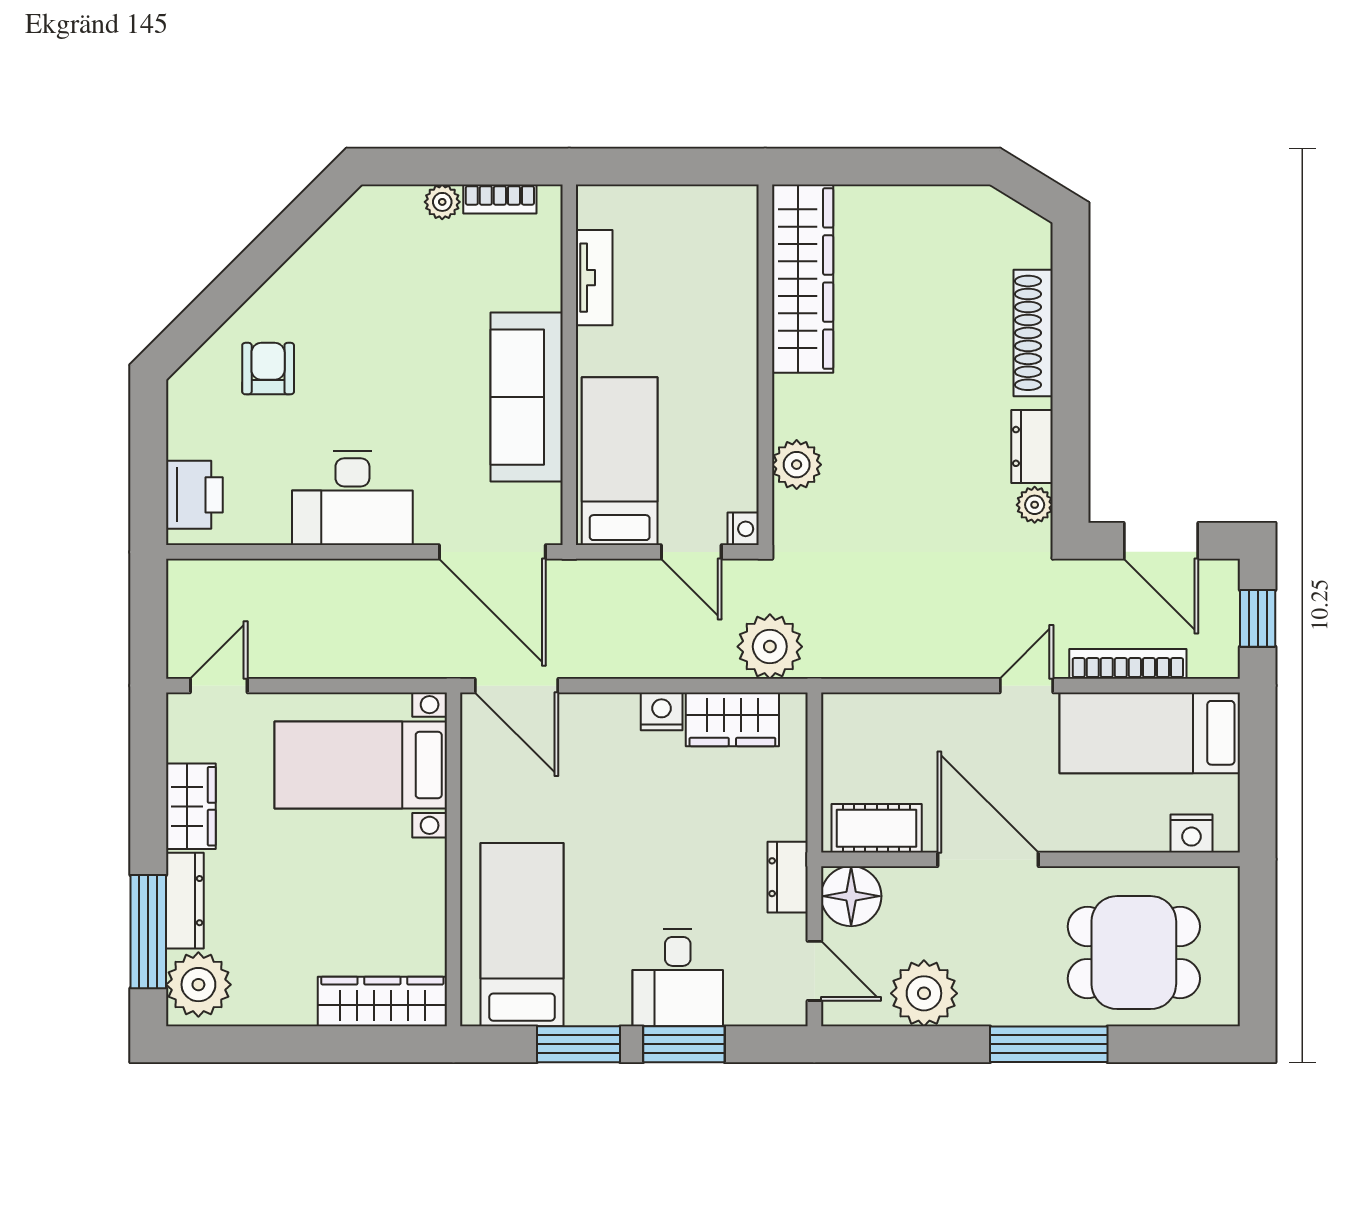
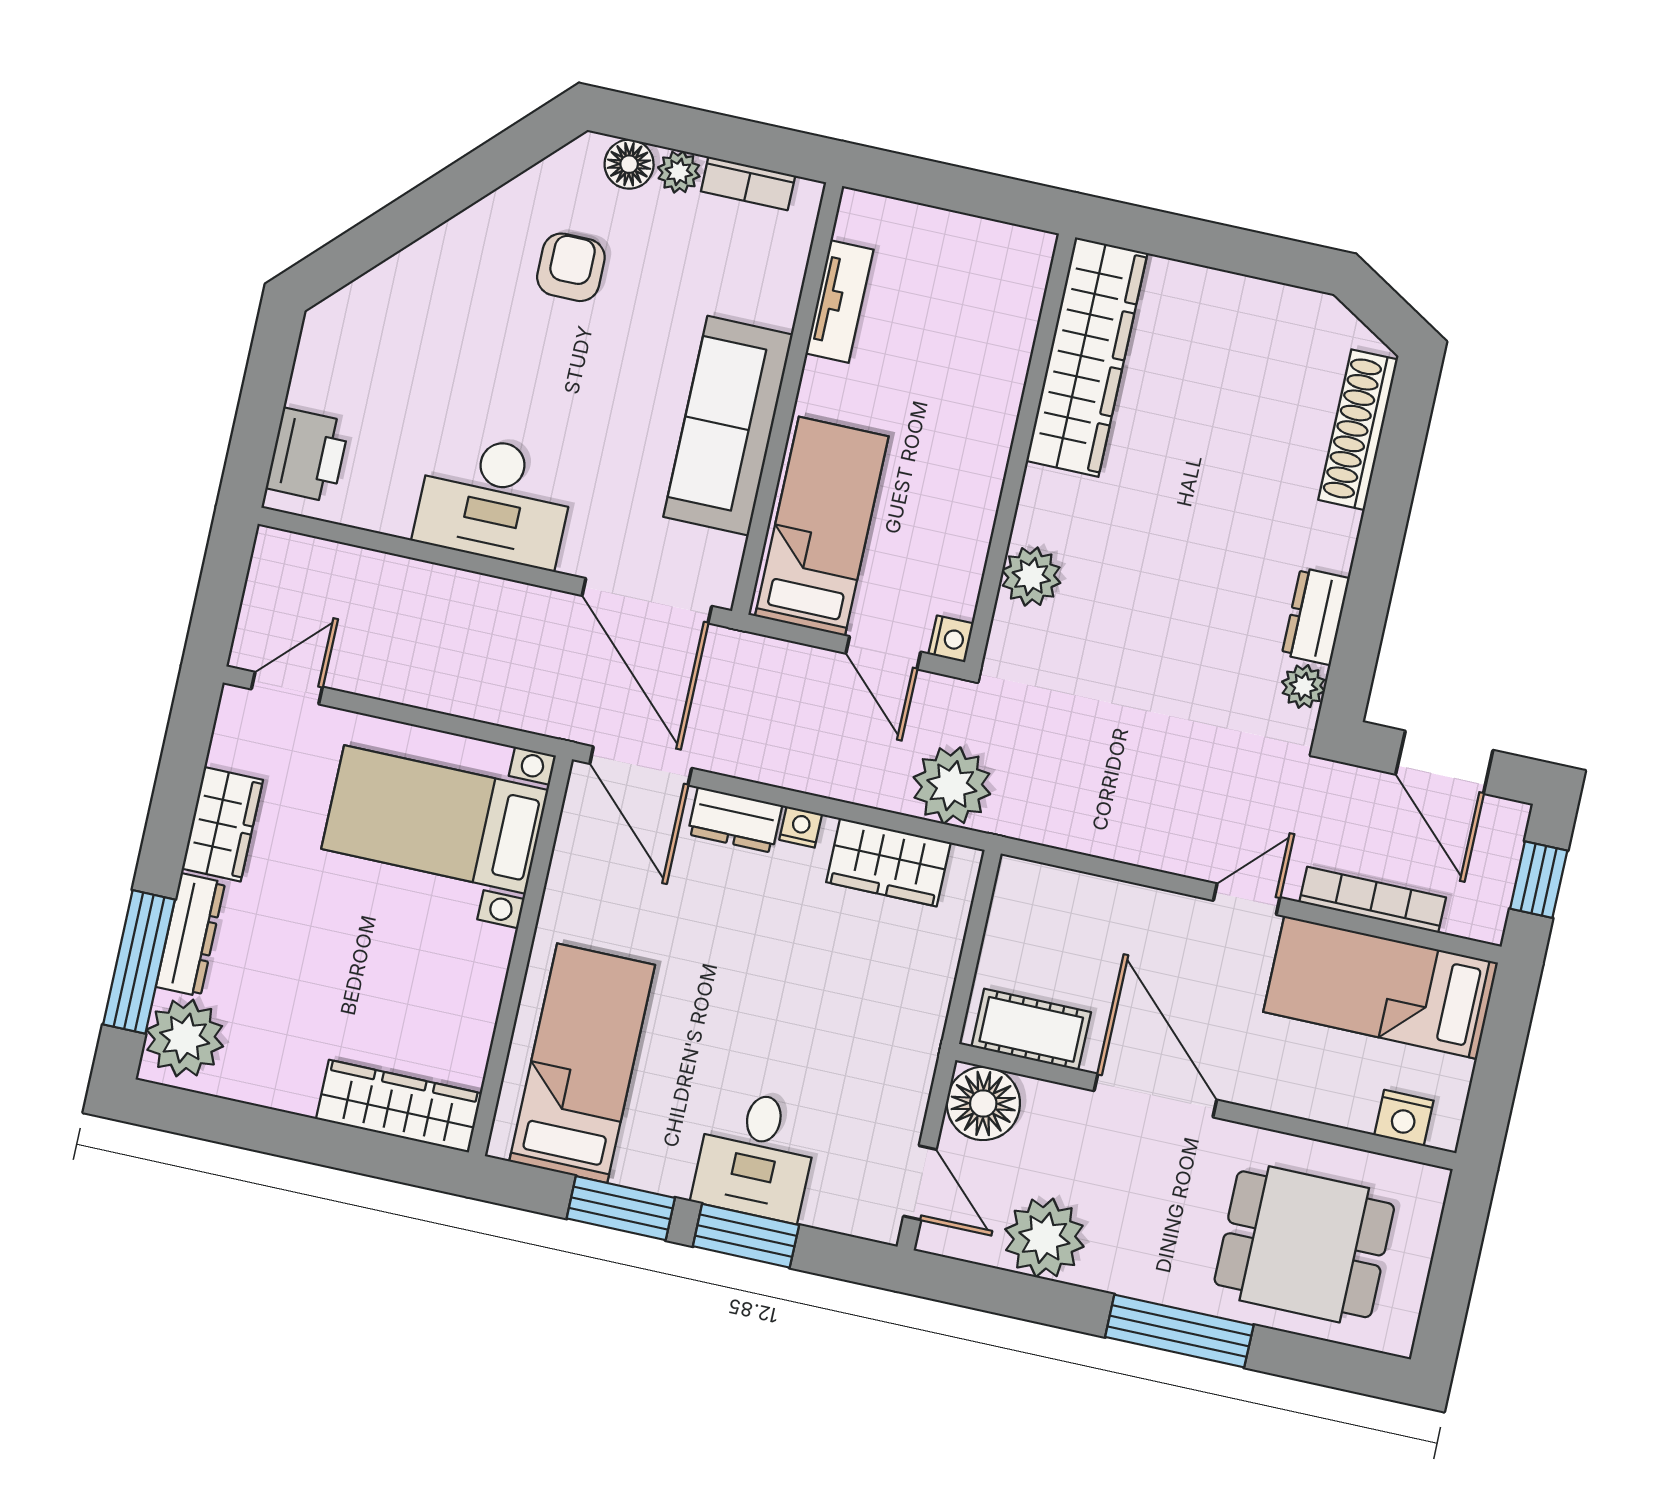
floor lamp: (401, 205) -> (629, 164), added
shoe rack: (1033, 333) -> (1358, 430), moved
armchair: (268, 369) -> (571, 267), moved
nightstand: (662, 711) -> (801, 827), width x0.72, depth x0.74
dresser: (788, 877) -> (735, 820), moved, turned -90

